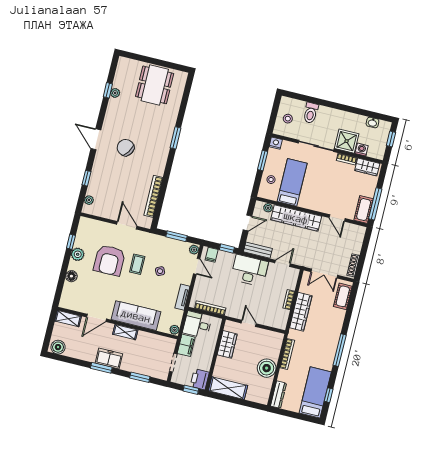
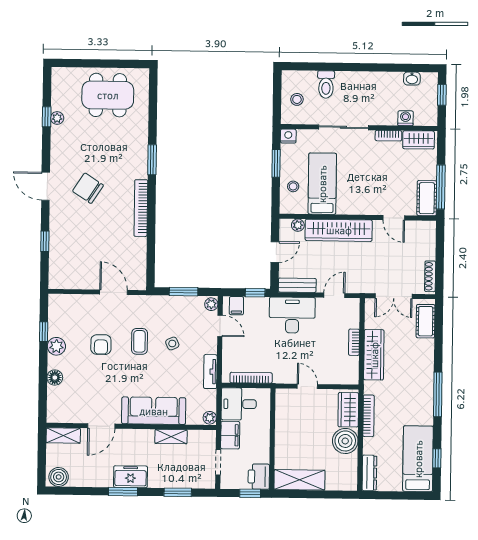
dining table: (155, 85) -> (108, 95), turned 90
shower: (347, 141) -> (383, 111), removed
bookcase: (153, 196) -> (141, 208), moved
plant: (89, 200) -> (55, 270), removed
armchair: (109, 260) -> (101, 345), width x0.53, depth x0.53
shelving: (125, 332) -> (171, 437), moved
wardrobe: (227, 344) -> (348, 410), moved, turned 180

